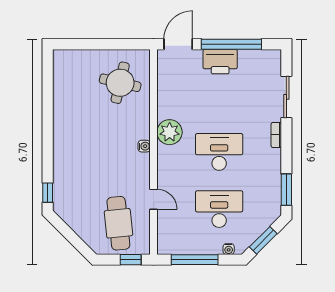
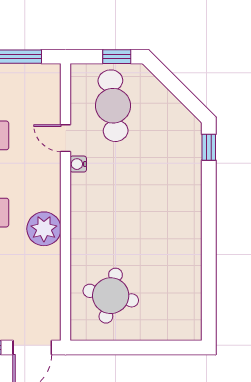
water cooler: (144, 146) -> (78, 164), moved
window: (131, 260) -> (117, 57), moved

